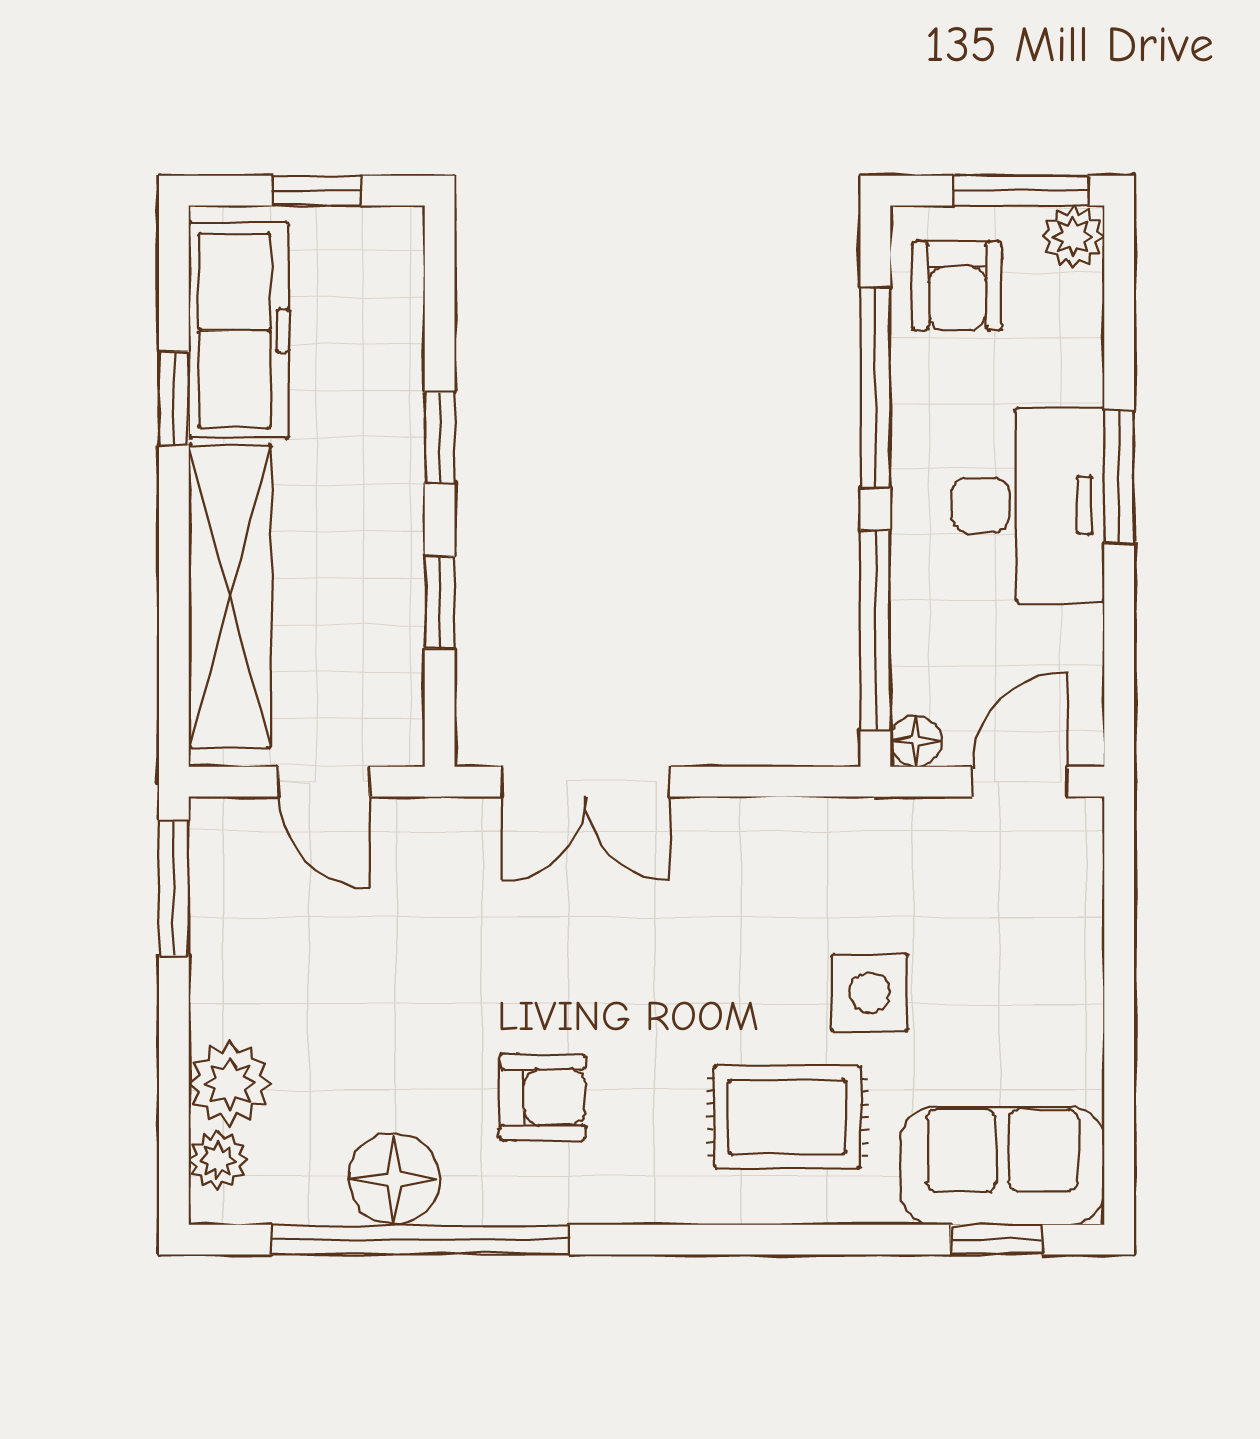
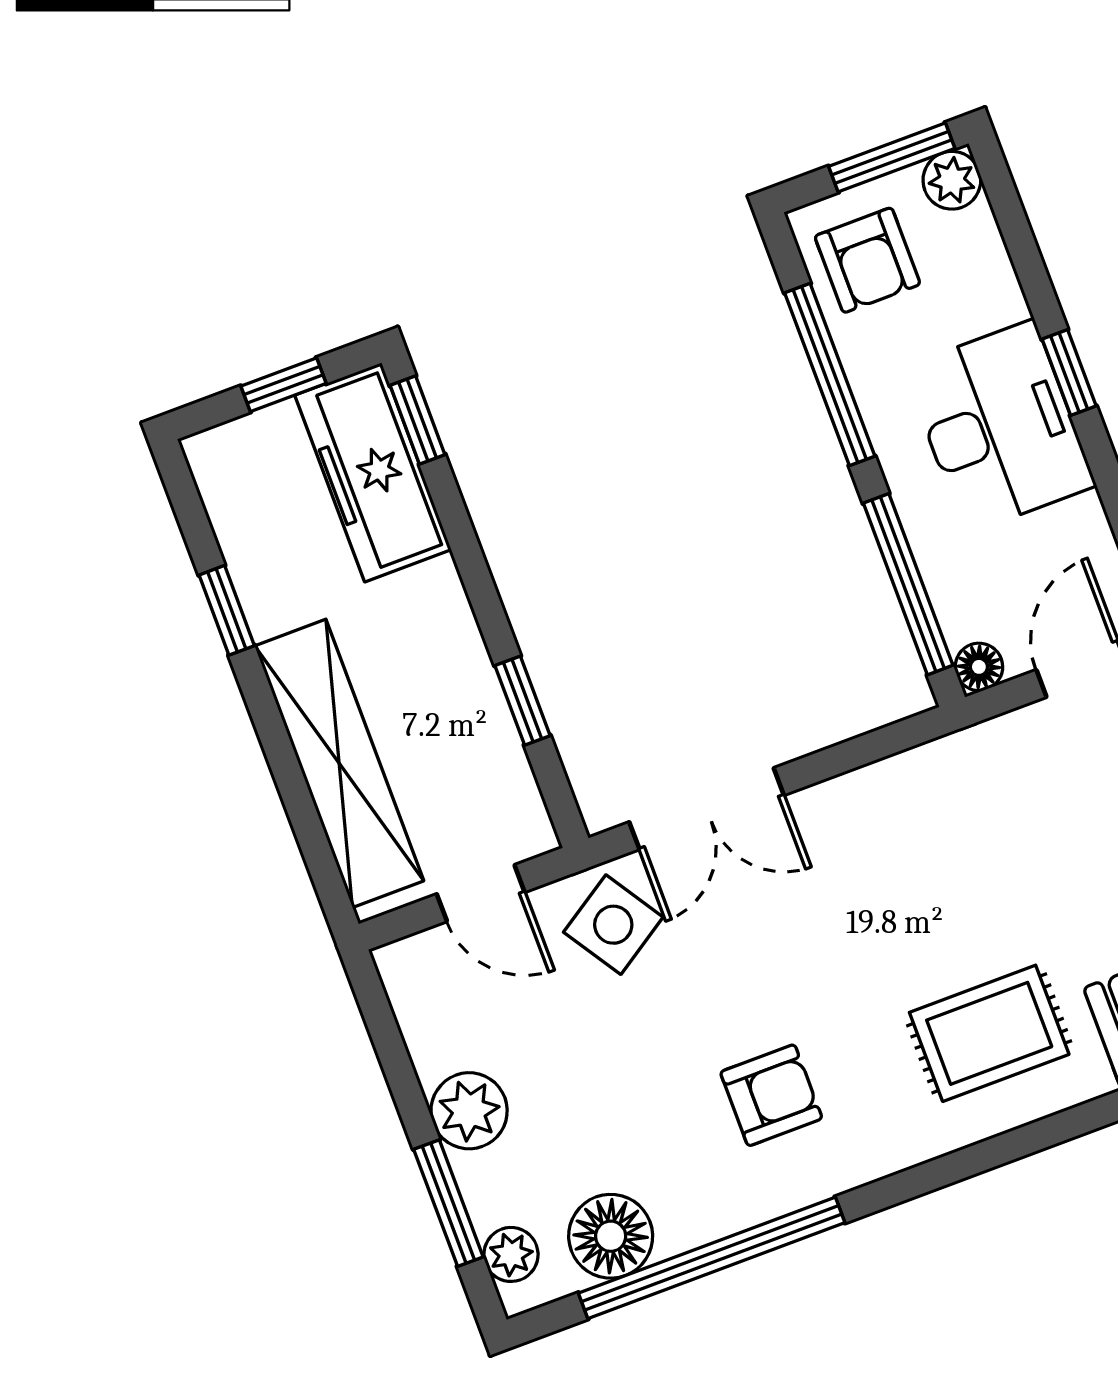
freezer: (239, 331) -> (373, 472), moved, turned 180
window: (440, 437) -> (417, 420), moved
window: (1119, 477) -> (1069, 373), width x0.67
window: (174, 888) -> (448, 1203), moved
side table: (869, 993) -> (613, 925), moved, turned -33
plant: (230, 1084) -> (469, 1111), moved
floor lamp: (394, 1179) -> (611, 1236), moved

